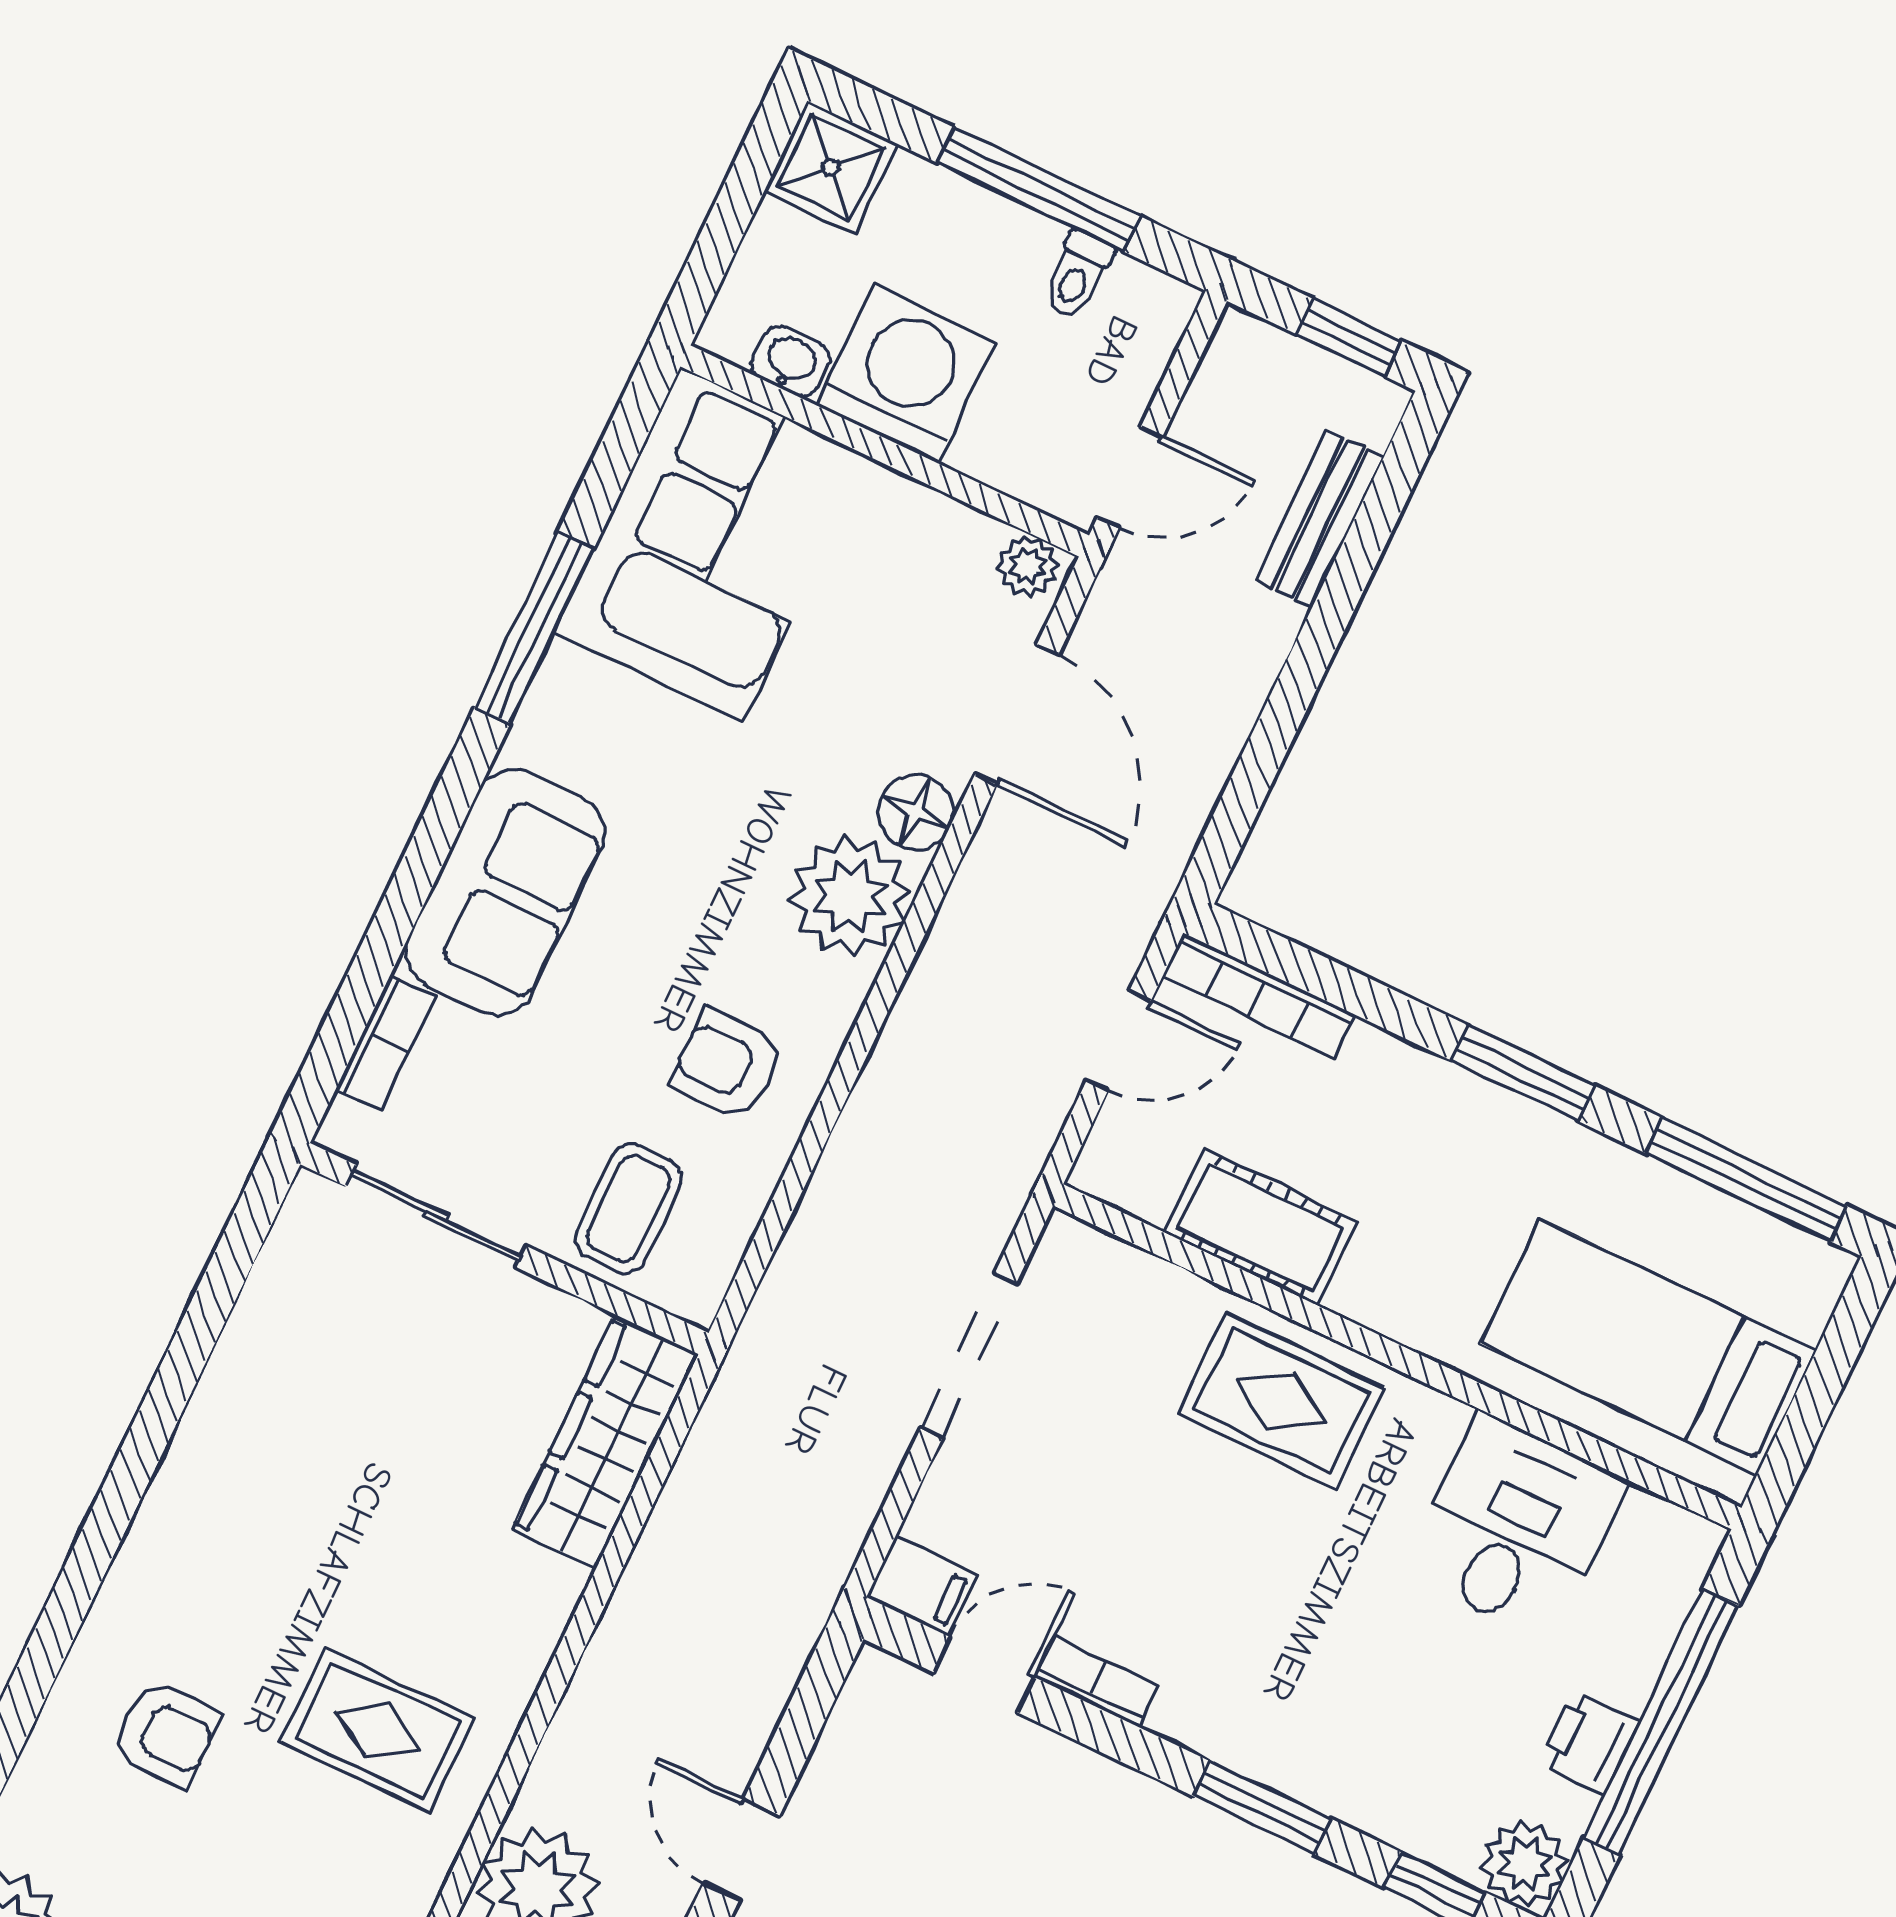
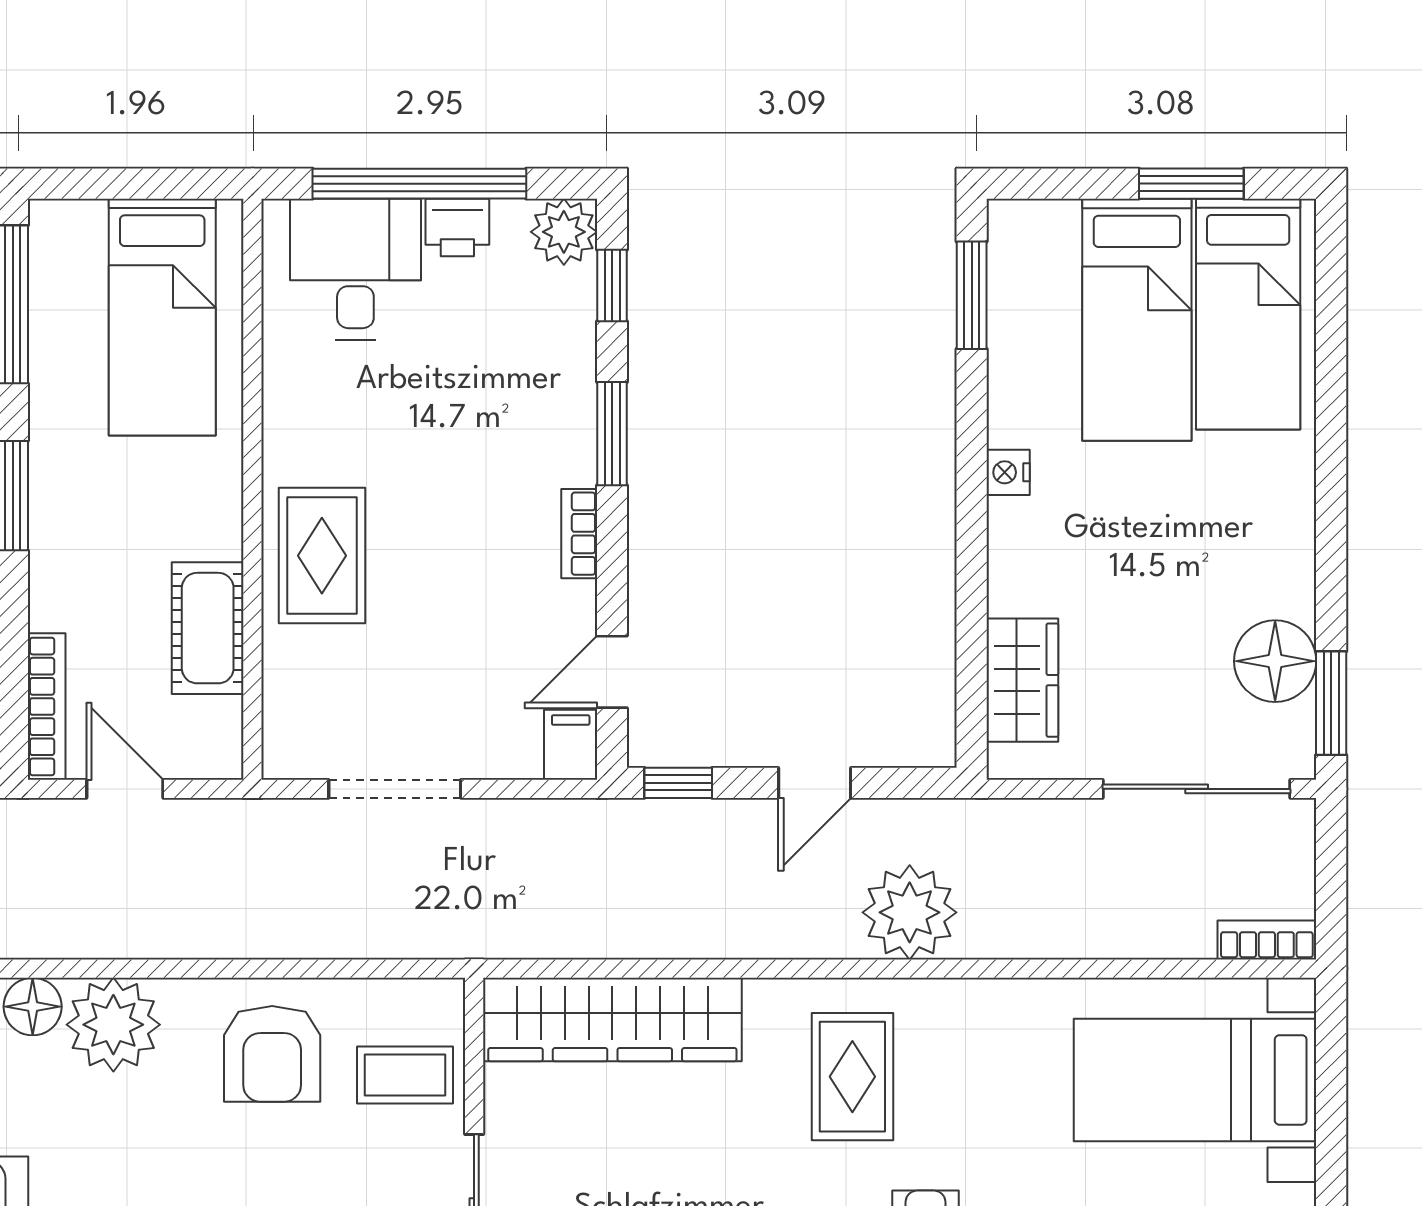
armchair: (727, 1065) -> (272, 1054), width x1.38, depth x1.38
wardrobe: (606, 1442) -> (612, 1019), width x1.40, depth x1.17
desk: (1516, 1527) -> (355, 269), moved, turned 90
door: (984, 1675) -> (612, 672), hinge flipped
bookcase: (1097, 1681) -> (579, 534), moved
window: (817, 1690) -> (678, 783), added

